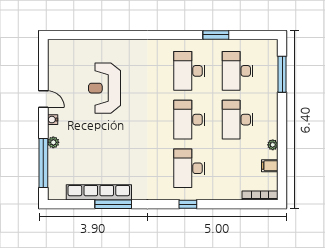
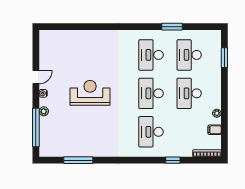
window: (282, 74) -> (224, 58), width x0.69
reception desk: (105, 88) -> (90, 93), moved, turned 90
door: (43, 99) -> (36, 77), hinge flipped
row of seats: (99, 192) -> (80, 151), removed
window: (113, 204) -> (78, 160), moved
window: (188, 204) -> (173, 160), moved

